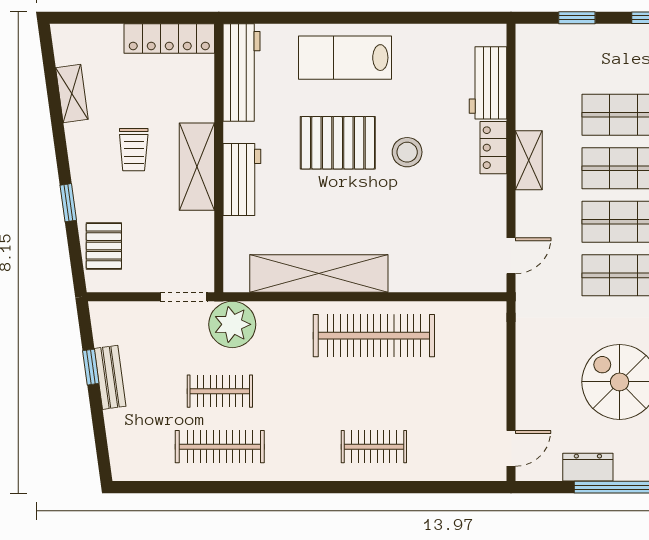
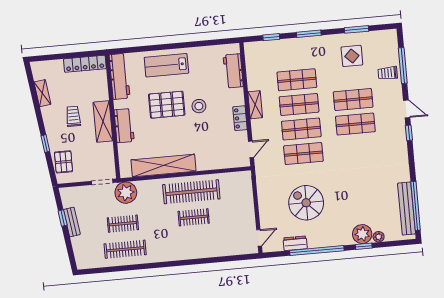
locker: (493, 148) -> (240, 118), moved
trolley: (134, 150) -> (73, 116), turned 180
clothes rail: (374, 447) -> (194, 217), moved

